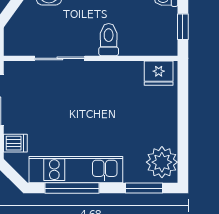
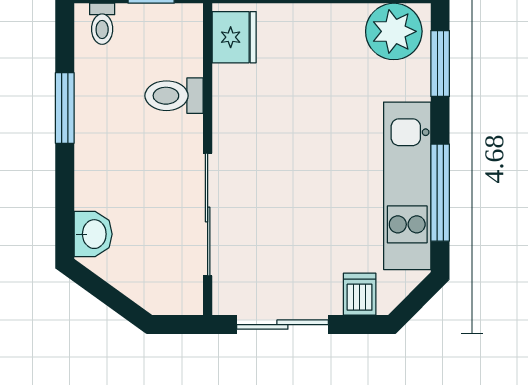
toilet: (109, 40) -> (174, 96), moved
sliding door: (60, 58) -> (208, 215), width x1.37

